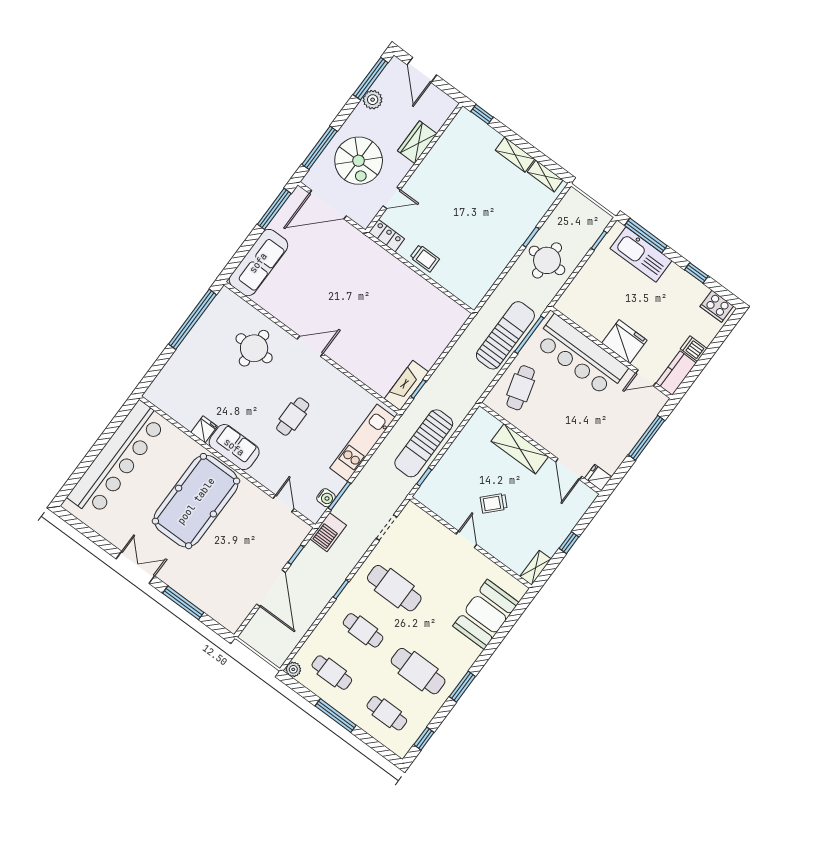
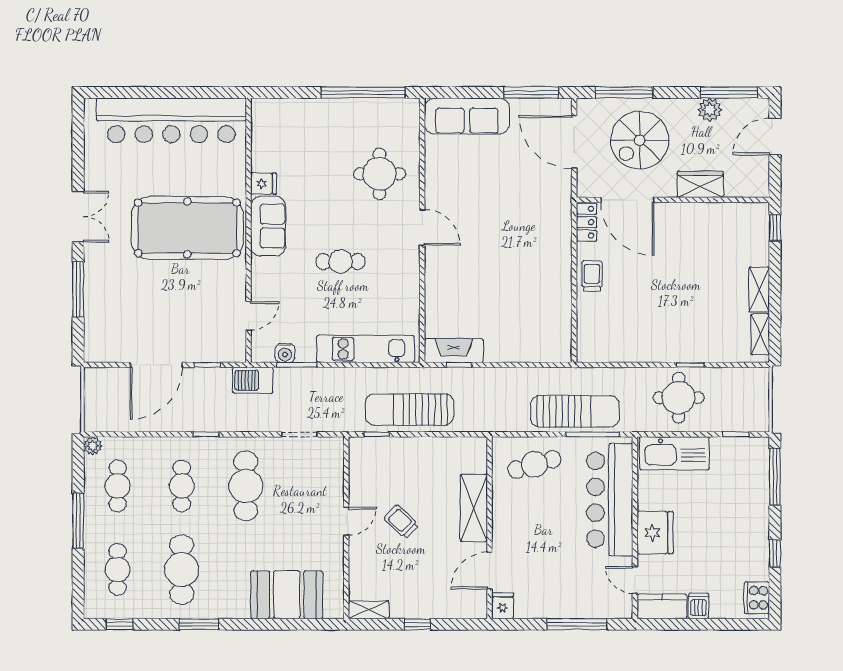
door: (392, 198) -> (627, 200), width x1.87
kitchen sink: (641, 254) -> (674, 453), moved, turned -90
trolley: (425, 258) -> (592, 276), turned 180

